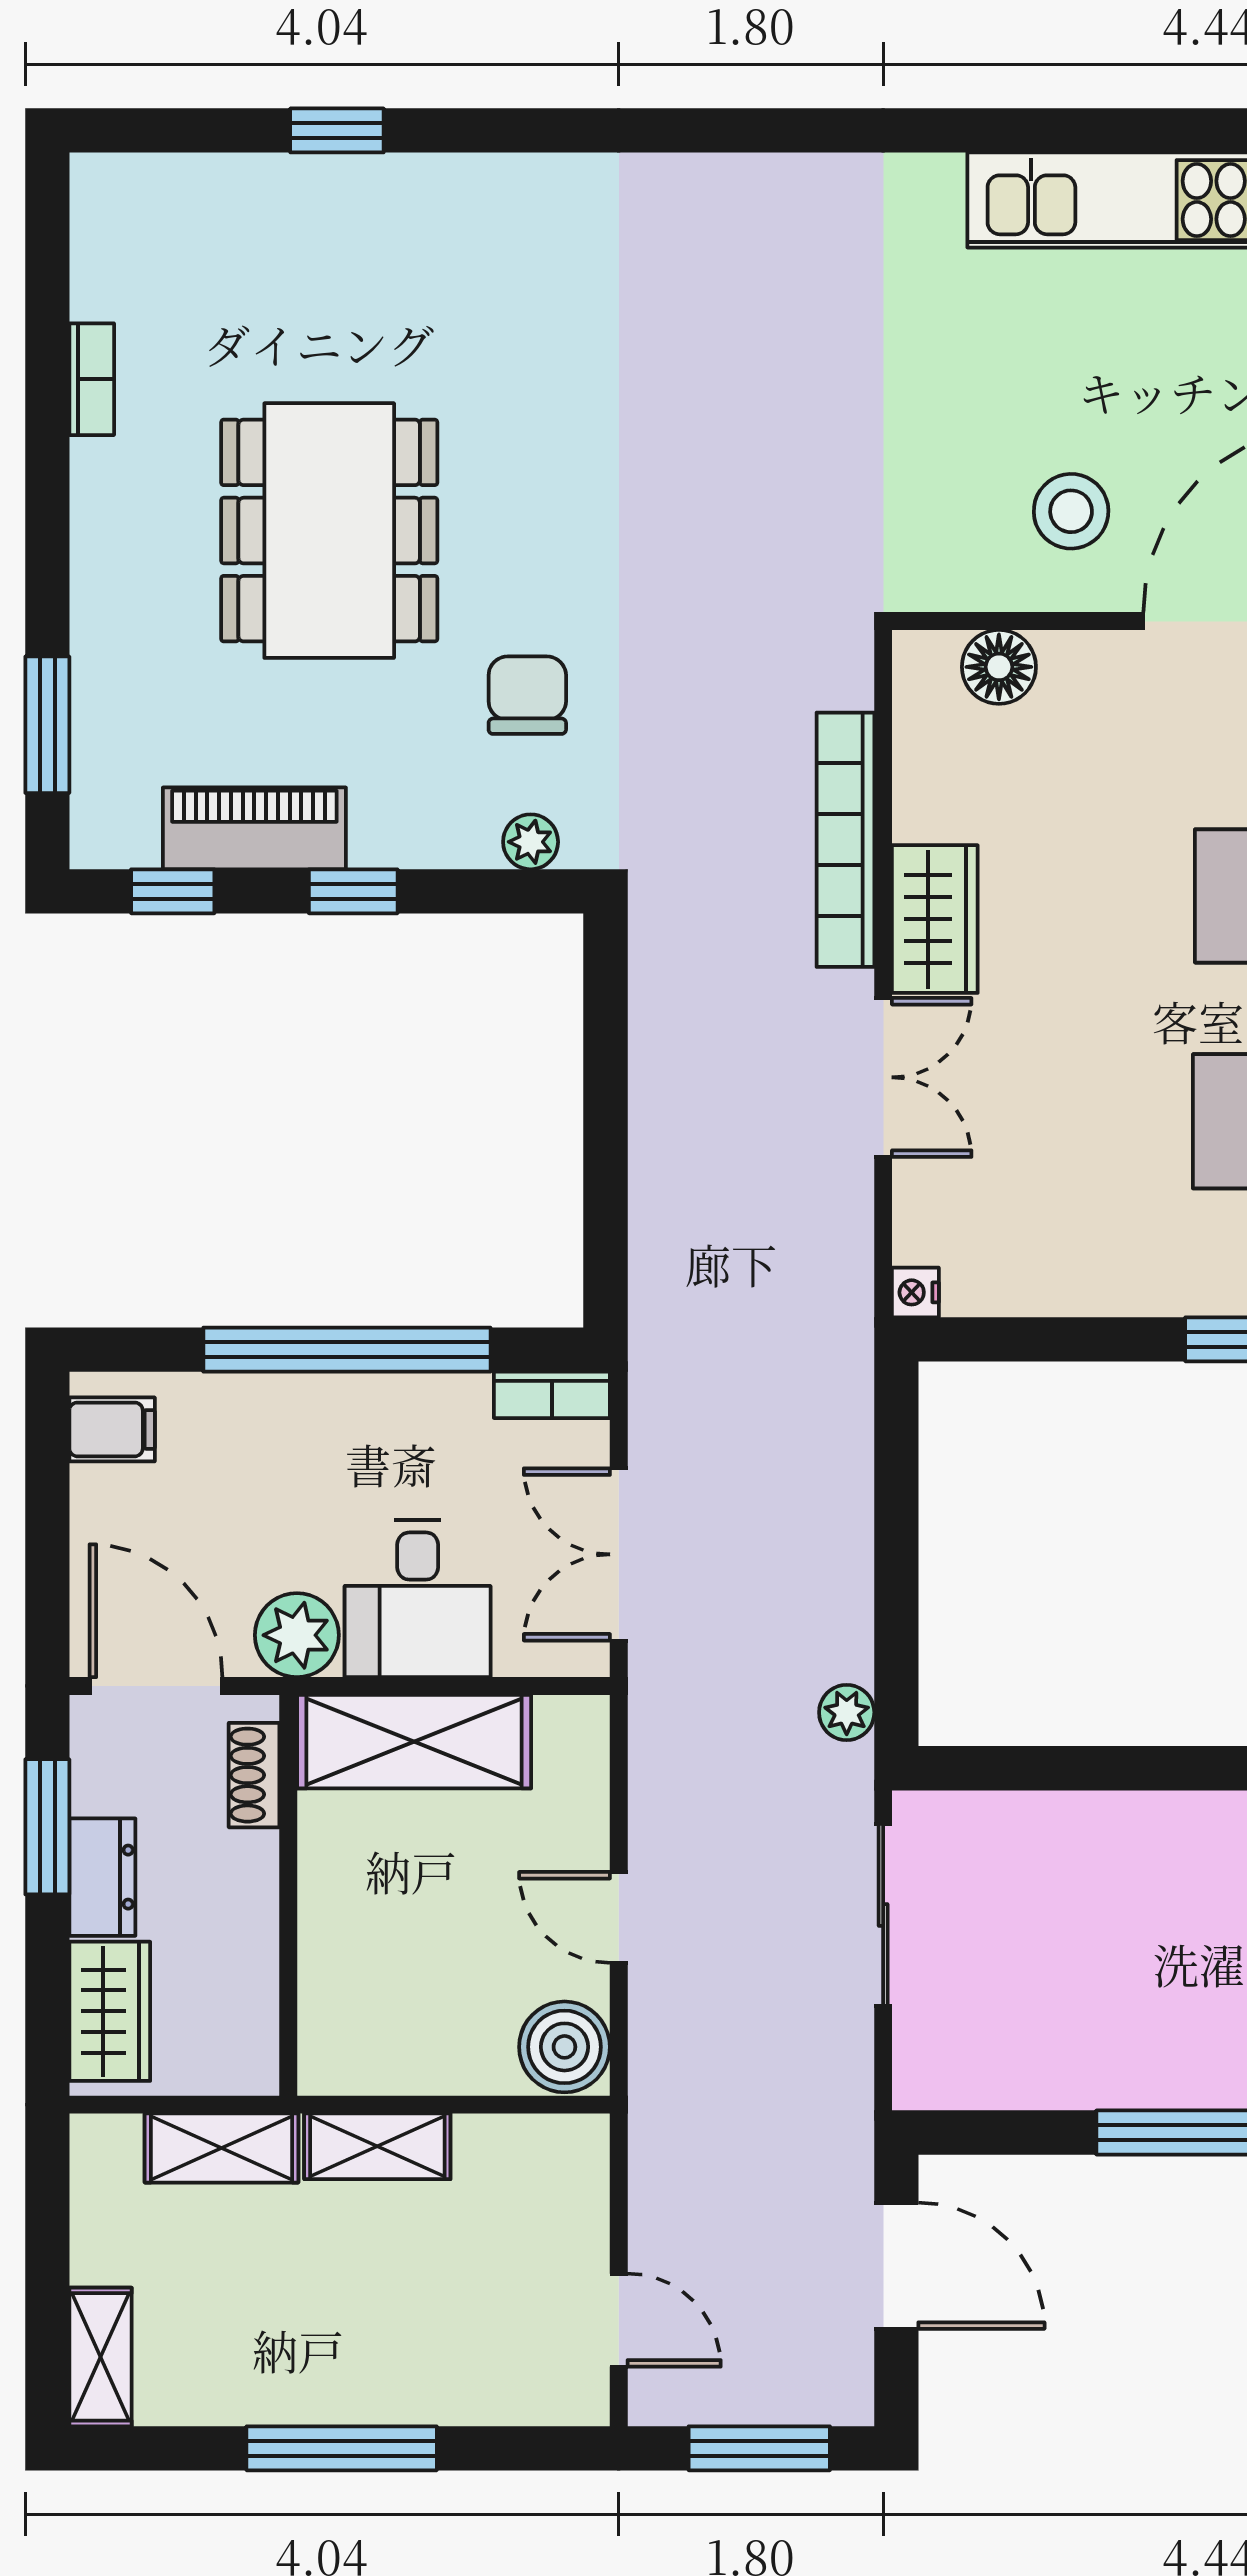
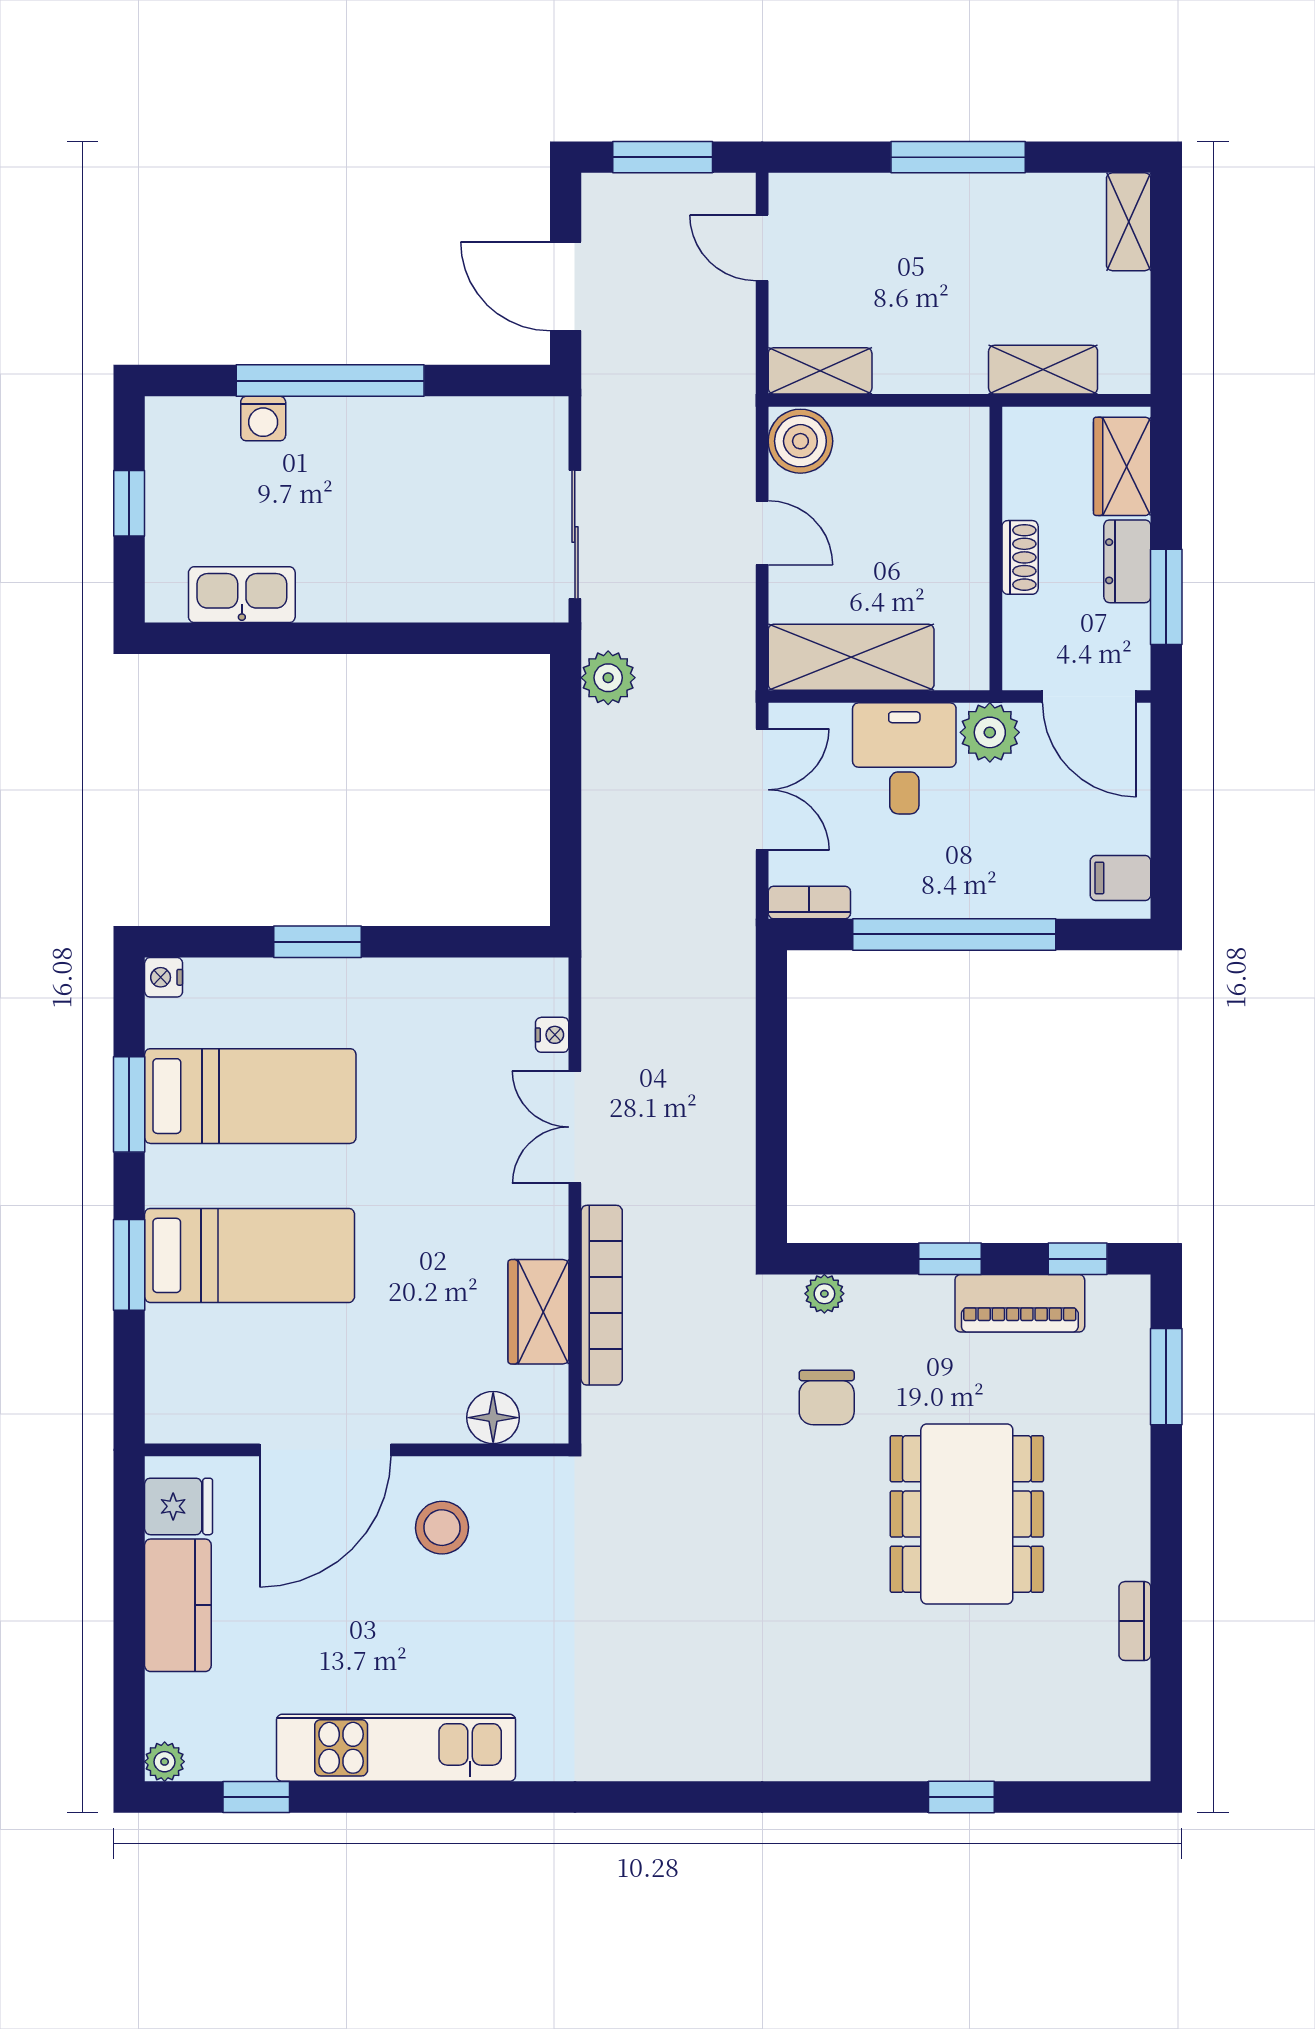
wardrobe: (935, 919) -> (538, 1312), moved
nightstand: (915, 1292) -> (552, 1035), moved
plant: (847, 1712) -> (608, 678), width x1.38, depth x1.38
shelving: (414, 1742) -> (851, 657), moved
shoe rack: (254, 1775) -> (1020, 557), moved
shelving: (377, 2146) -> (820, 371), moved

